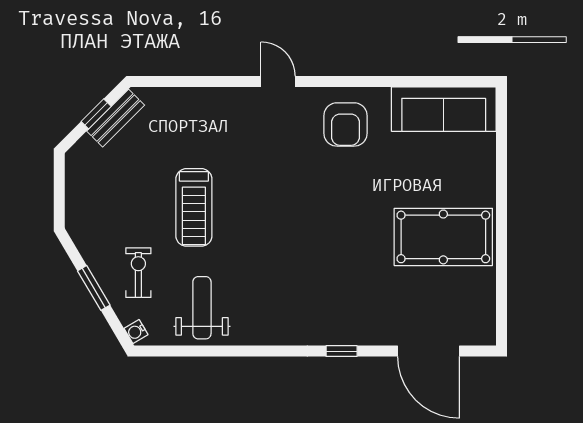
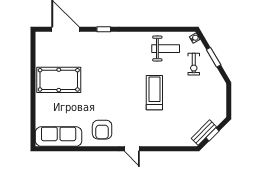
armchair: (345, 124) -> (102, 130), turned 180
treadmill: (194, 207) -> (154, 93), moved
weight bench: (202, 308) -> (166, 49), turned -90

